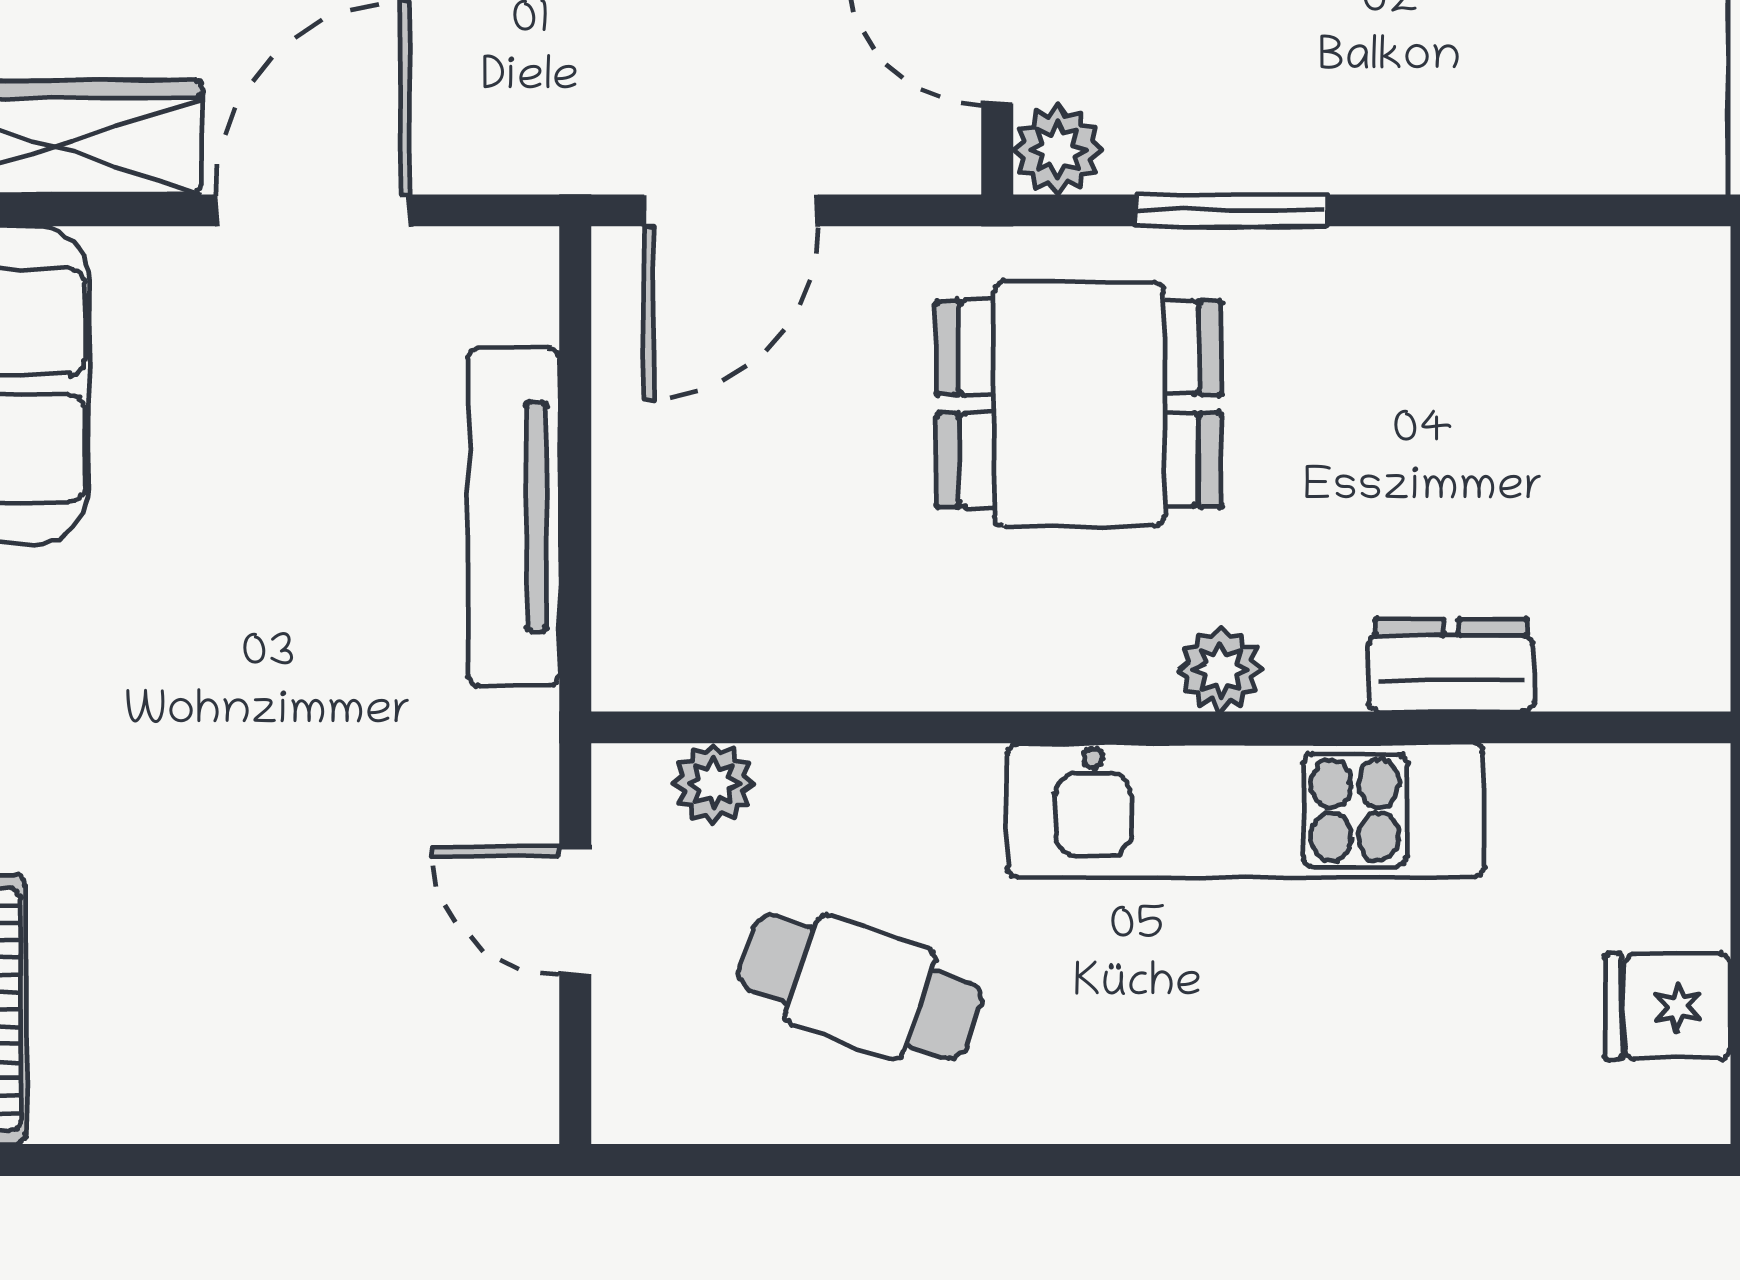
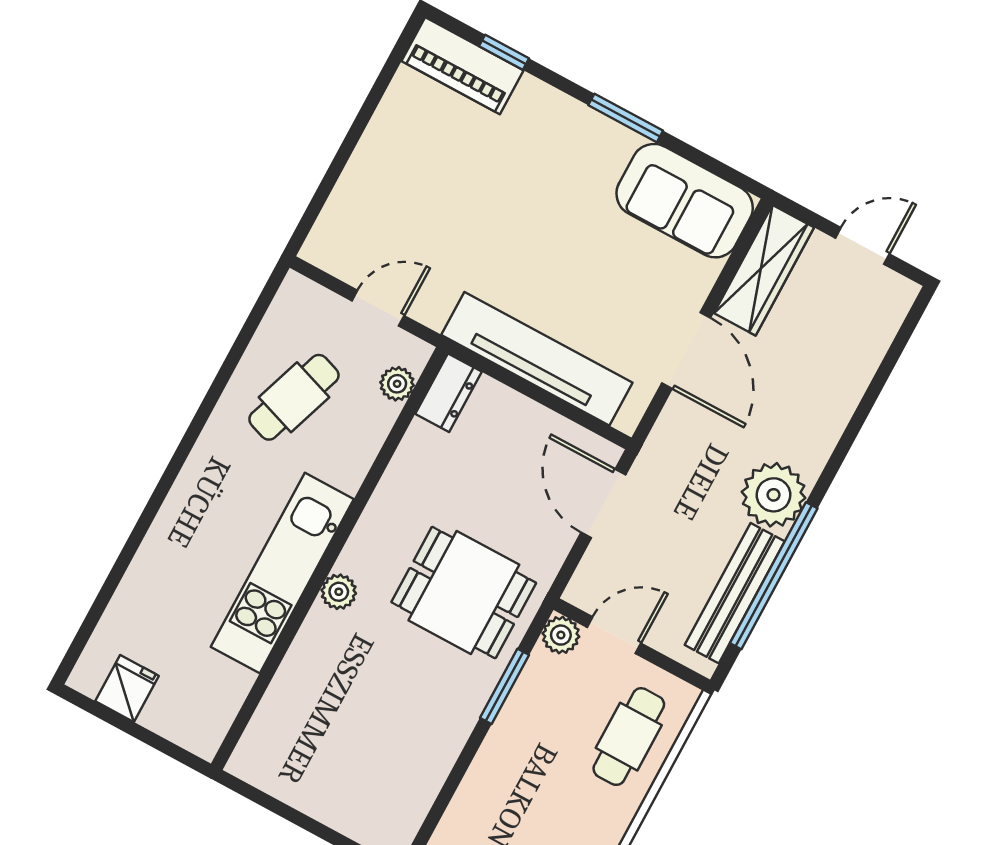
dining table: (1079, 404) -> (464, 593), turned 90
tv unit: (514, 517) -> (537, 359), width x1.36, depth x1.29
dresser: (1451, 665) -> (448, 393), moved

